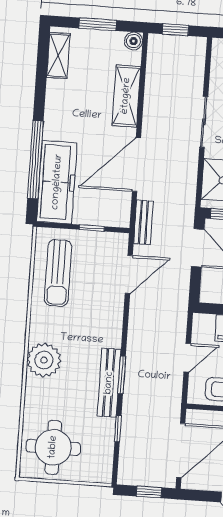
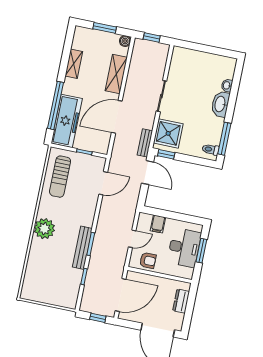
shelving: (58, 55) -> (74, 64), moved
bench: (143, 222) -> (145, 143), moved
round table: (53, 447) -> (43, 283), removed

